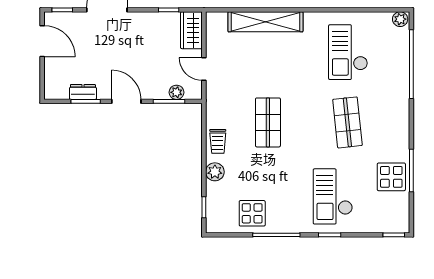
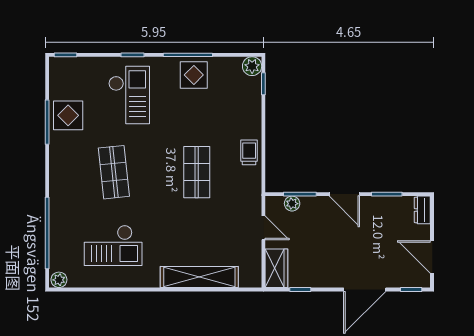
checkout: (348, 52) -> (113, 245), turned 90
dresser: (83, 92) -> (422, 210), moved, turned 90
plant: (215, 172) -> (252, 66), moved
display table: (252, 213) -> (194, 75), moved

